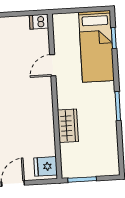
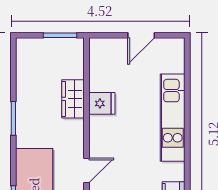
fridge: (46, 166) -> (102, 103), moved

